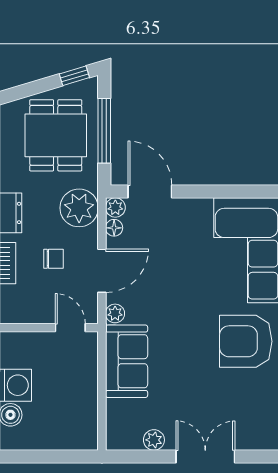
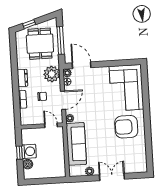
window: (74, 76) -> (29, 24), moved
sofa: (127, 361) -> (76, 144), width x1.36

